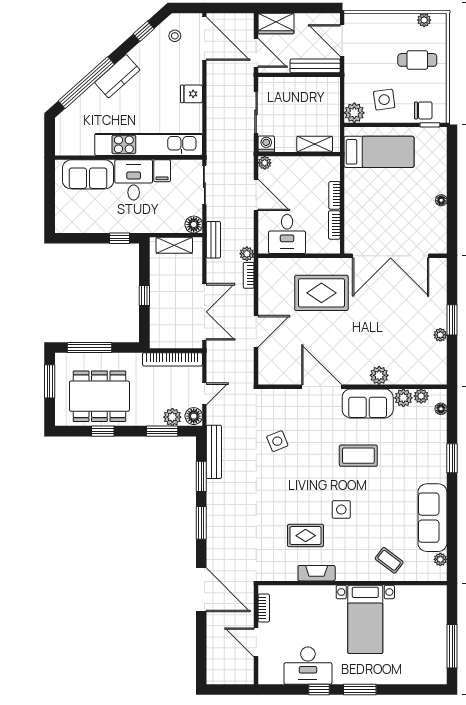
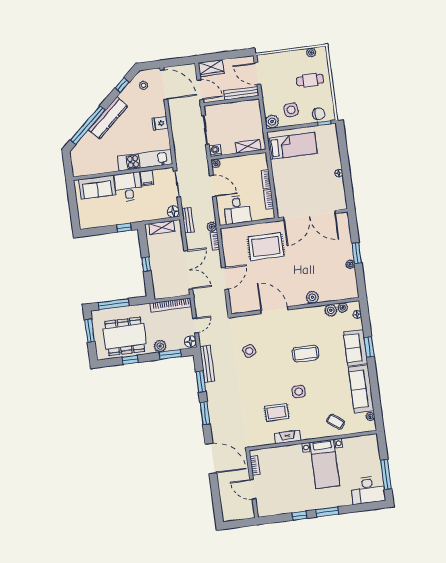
kitchen counter: (117, 76) -> (108, 118), width x1.50
kitchen unit: (149, 144) -> (145, 160), width x0.73
sofa: (368, 403) -> (356, 348), moved, turned 90
plant: (172, 417) -> (160, 346), moved
desk: (308, 666) -> (368, 490), moved

